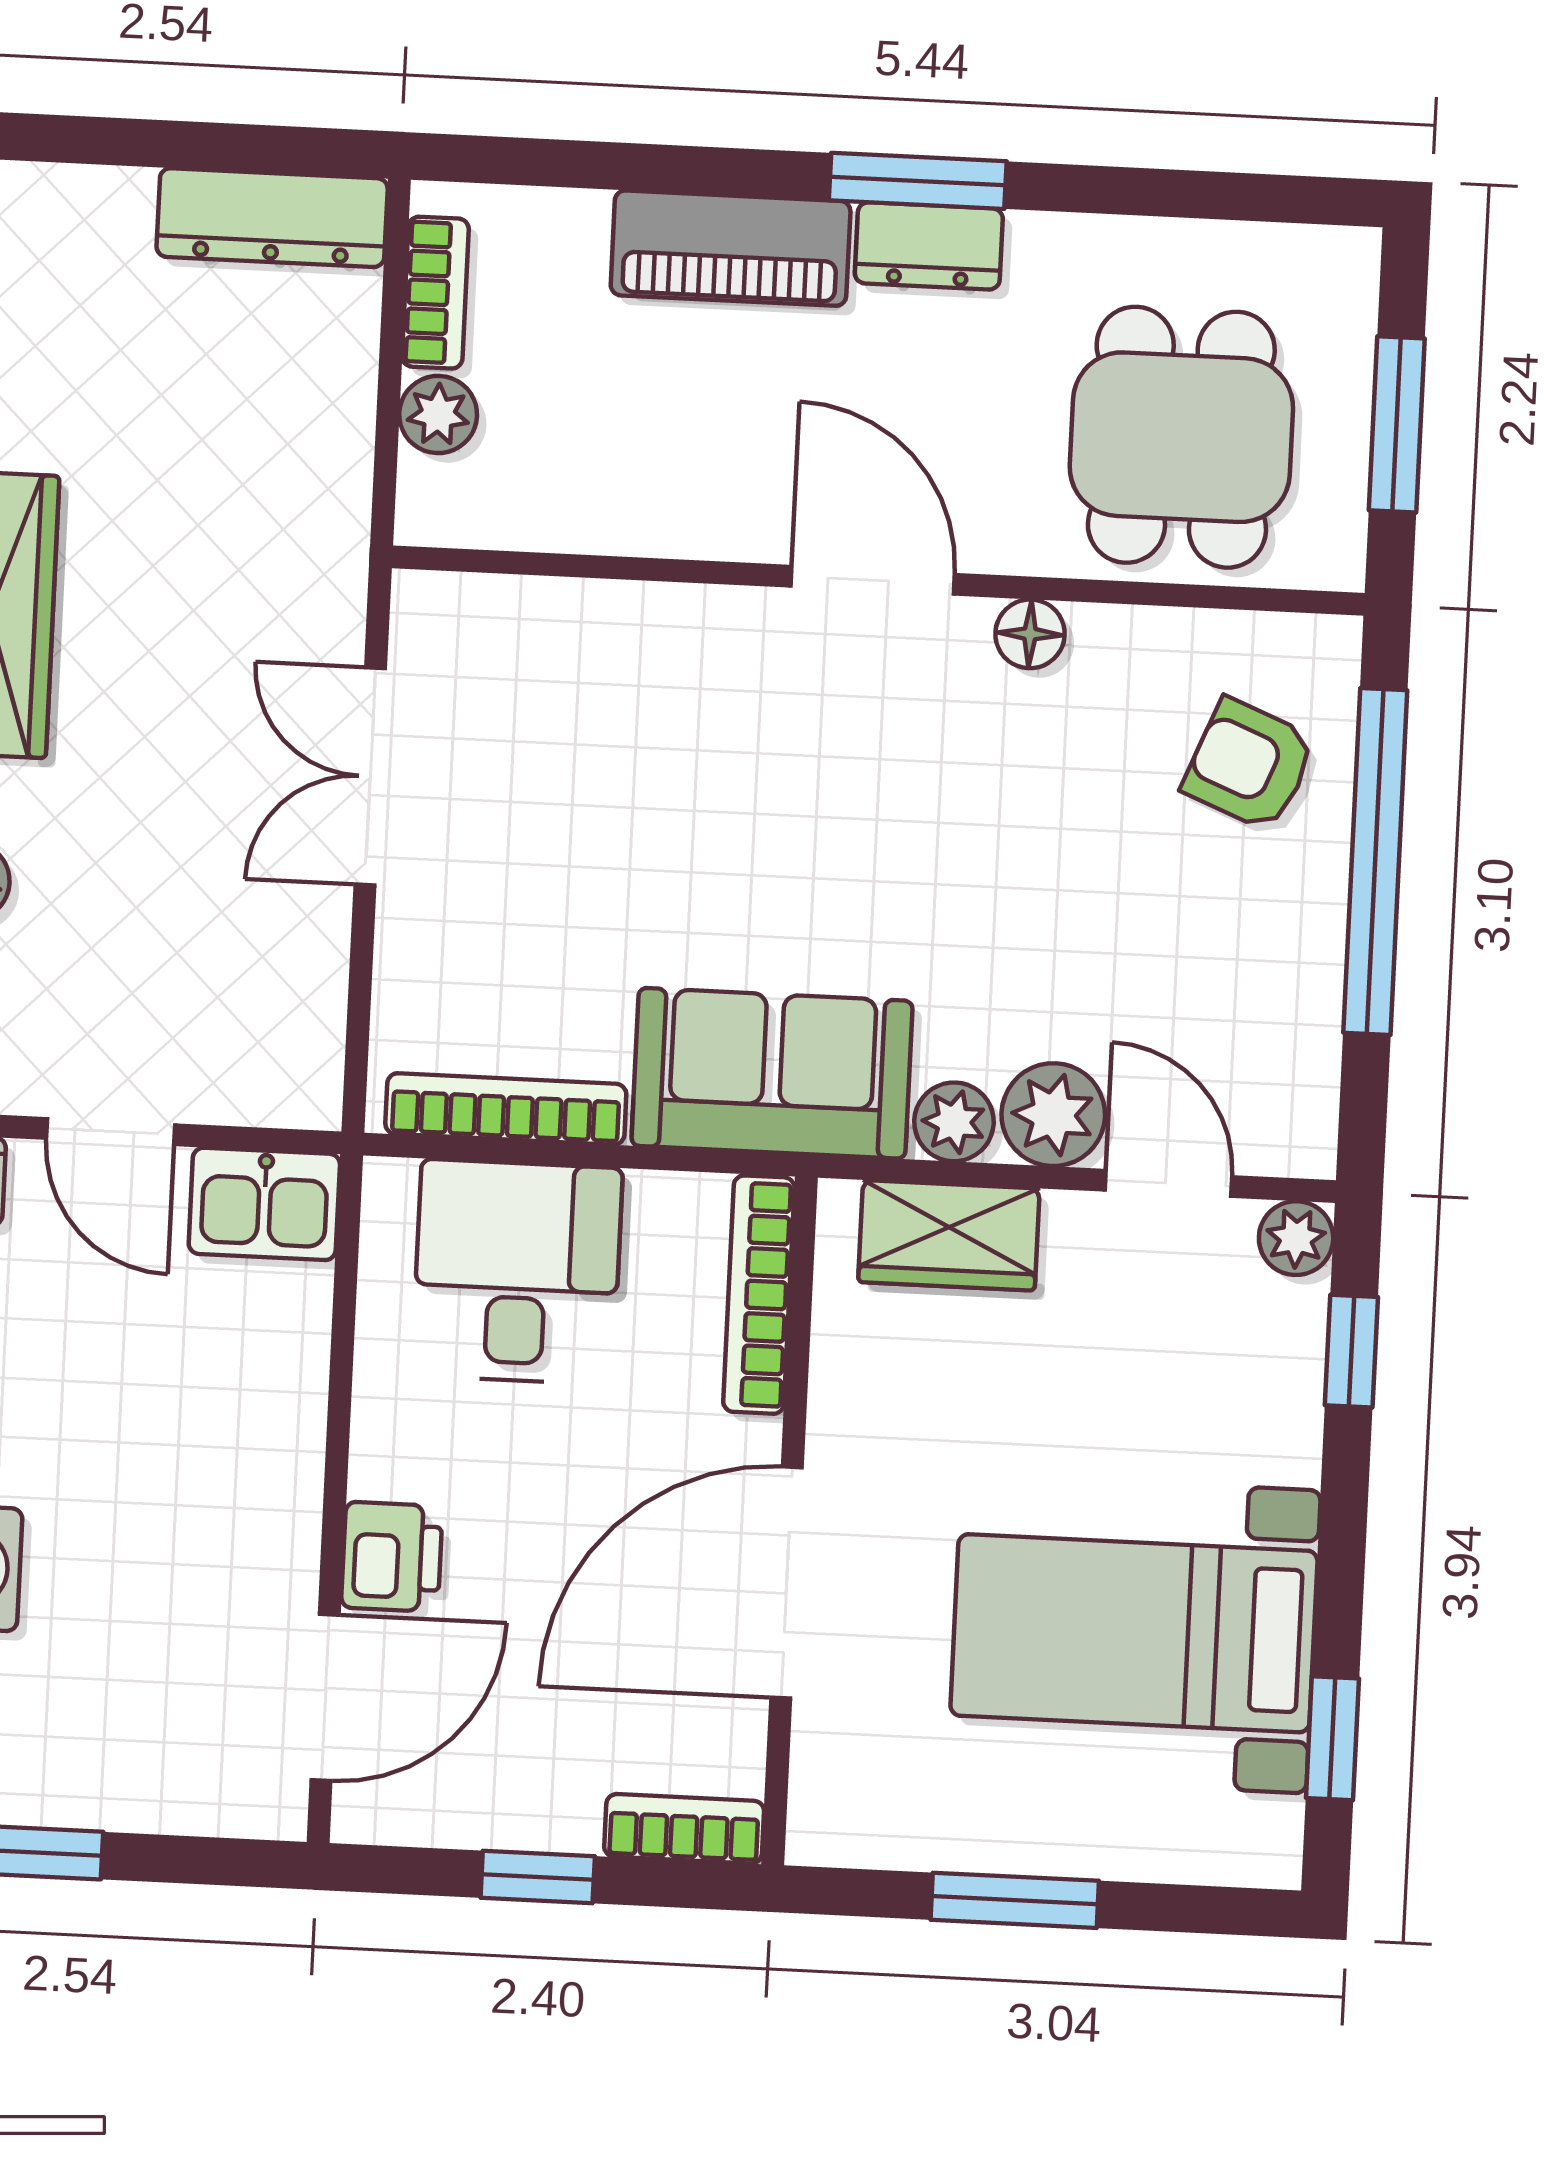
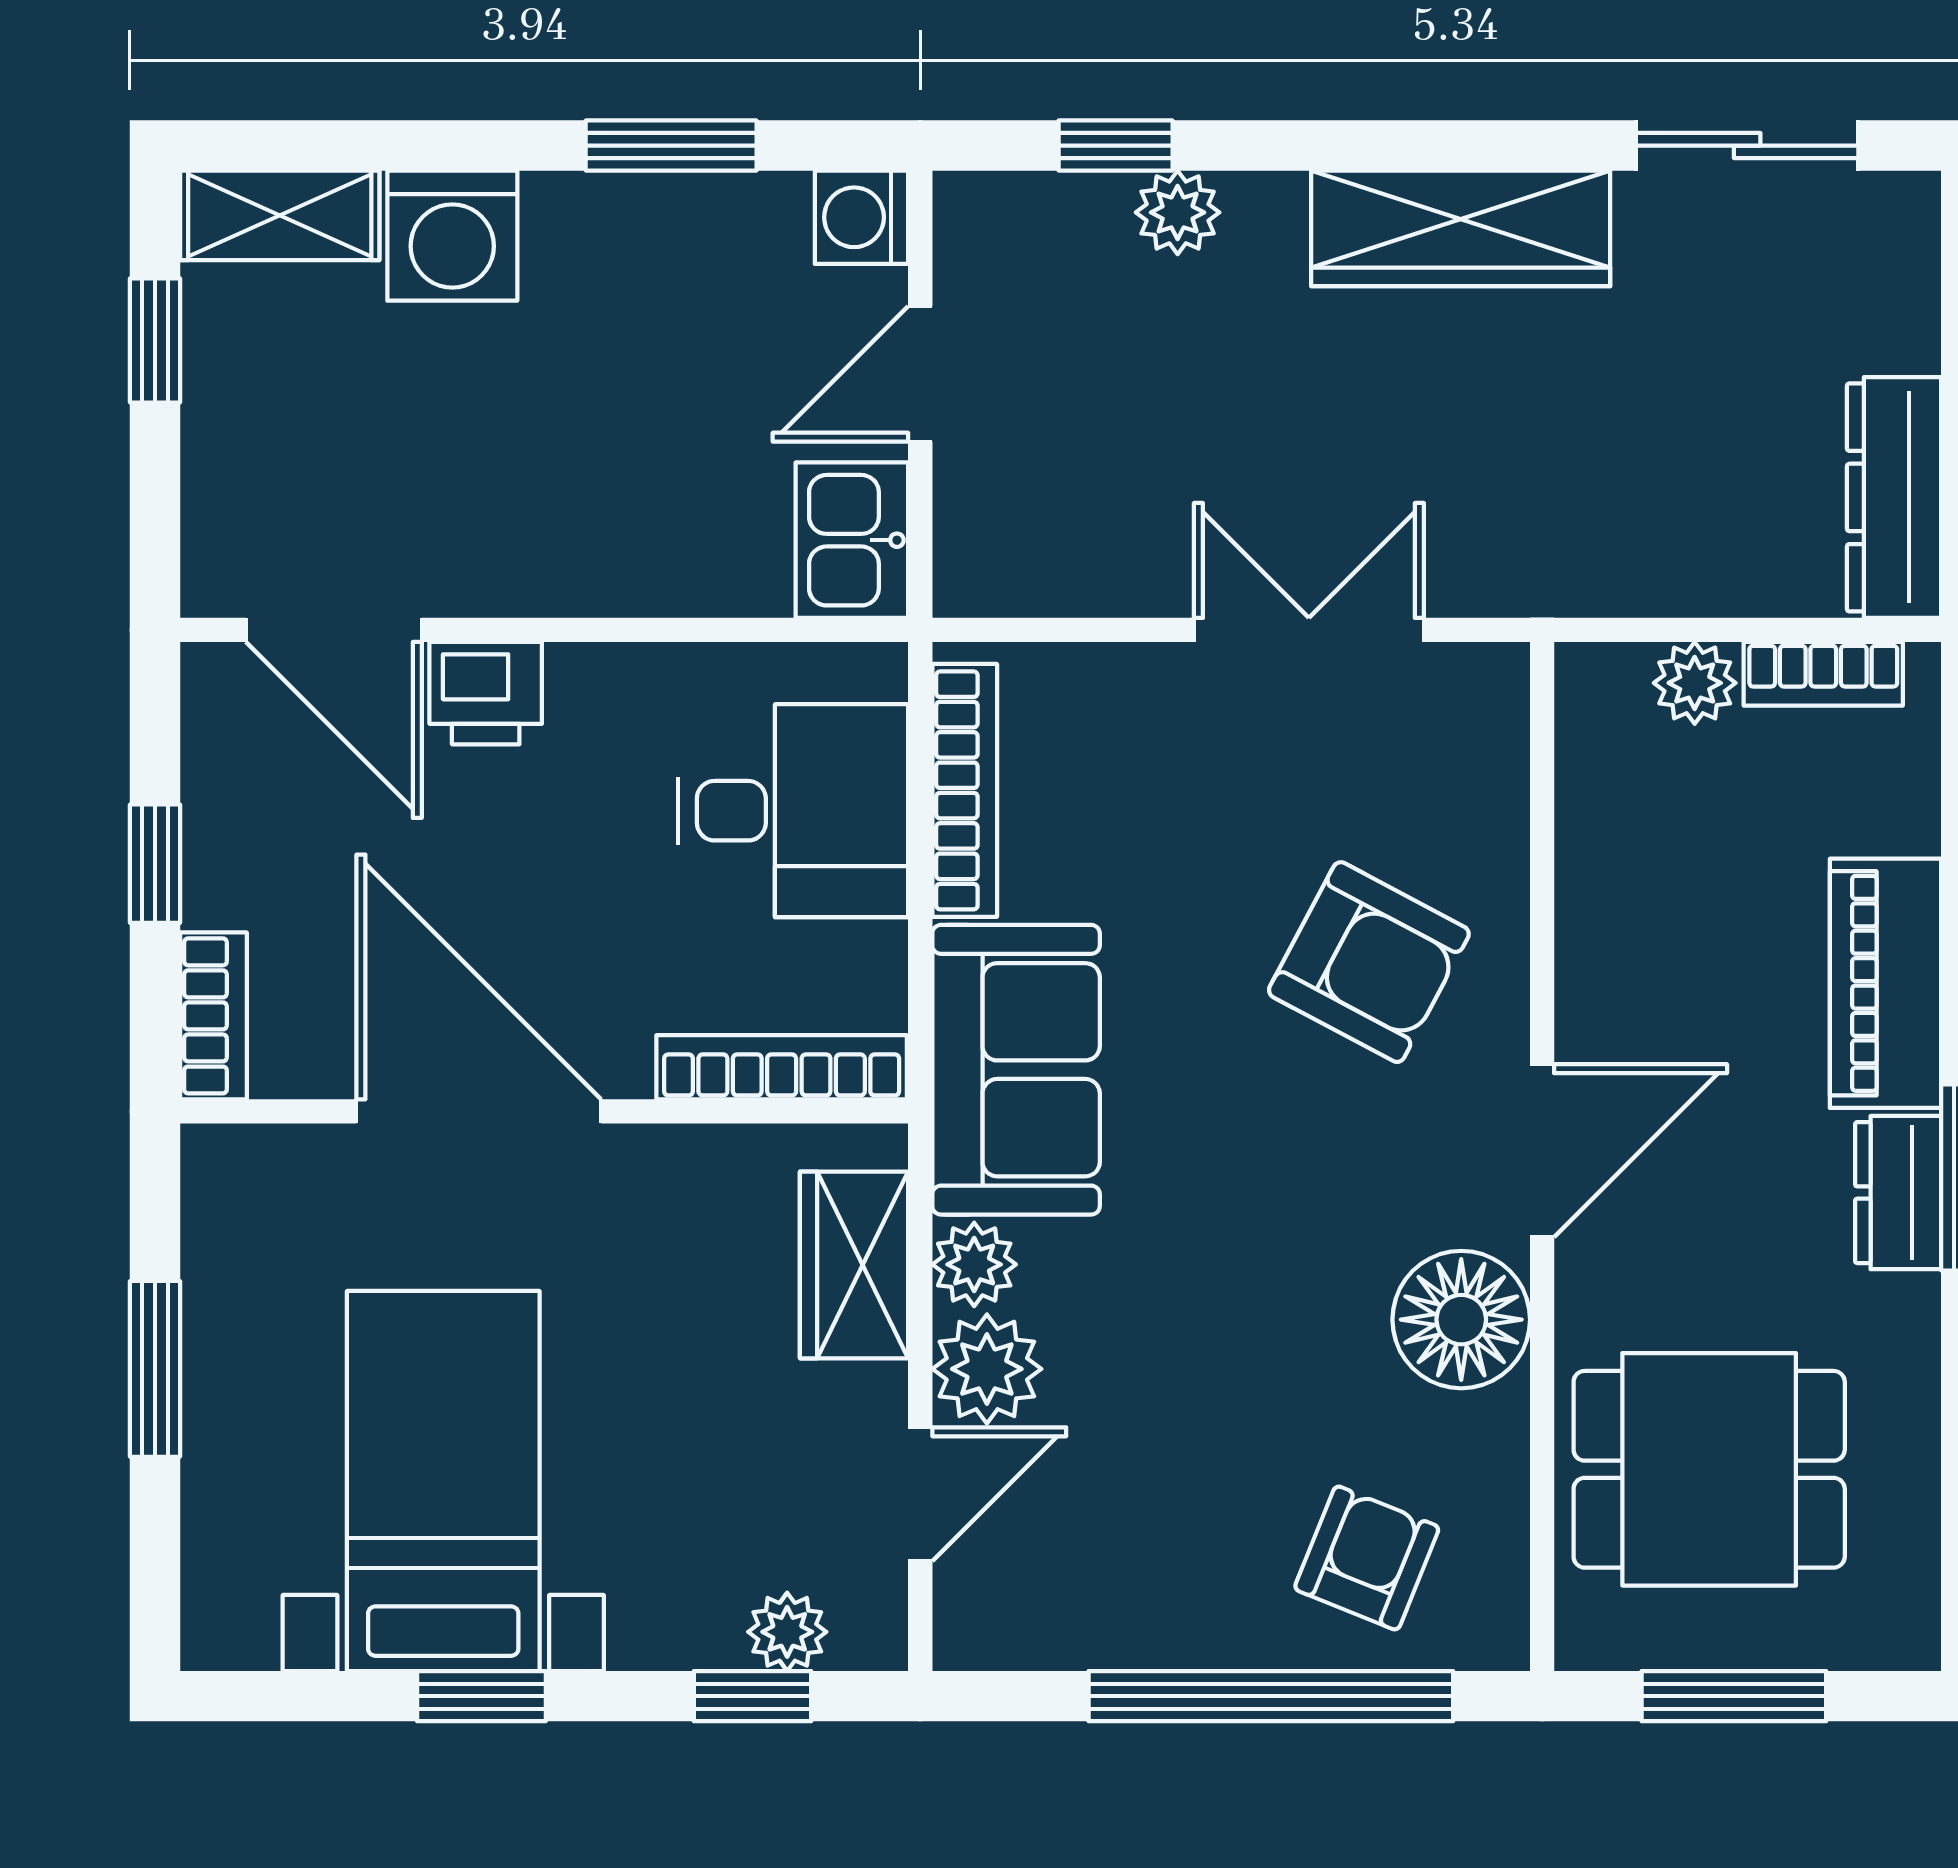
floor lamp: (1030, 634) -> (1461, 1320), width x1.89, depth x1.89
armchair: (687, 735) -> (1369, 962), added
plant: (1296, 1238) -> (787, 1632), moved
window: (1332, 1738) -> (481, 1696), moved

